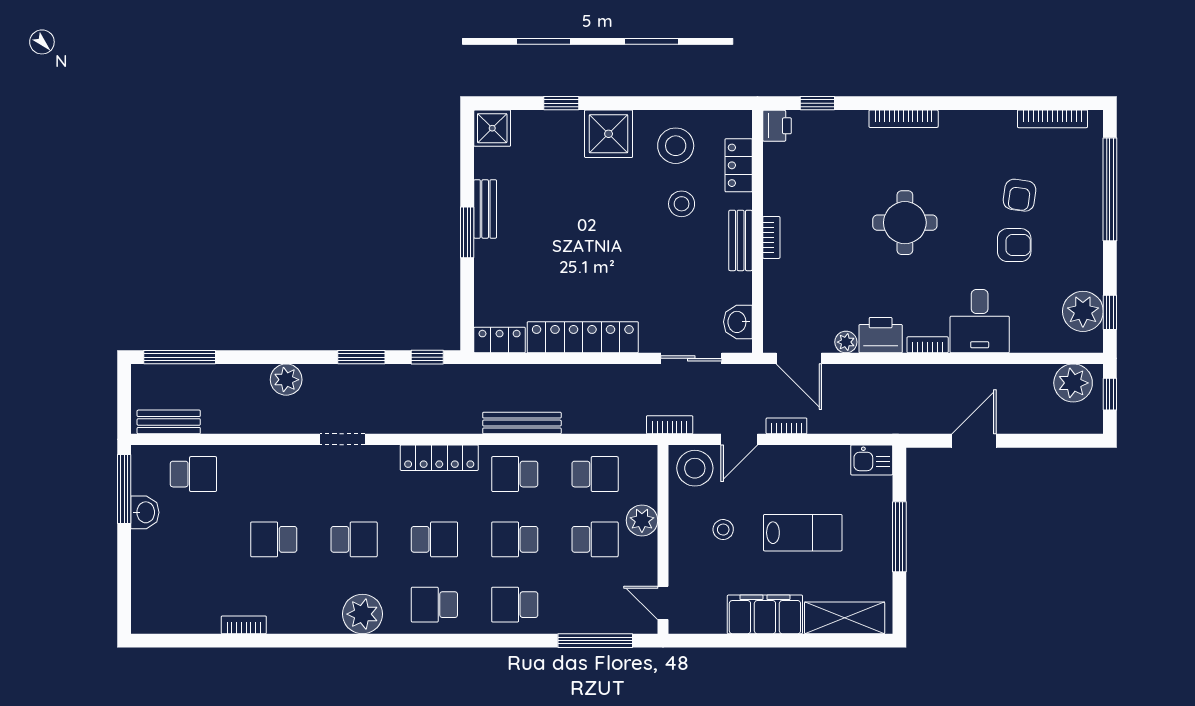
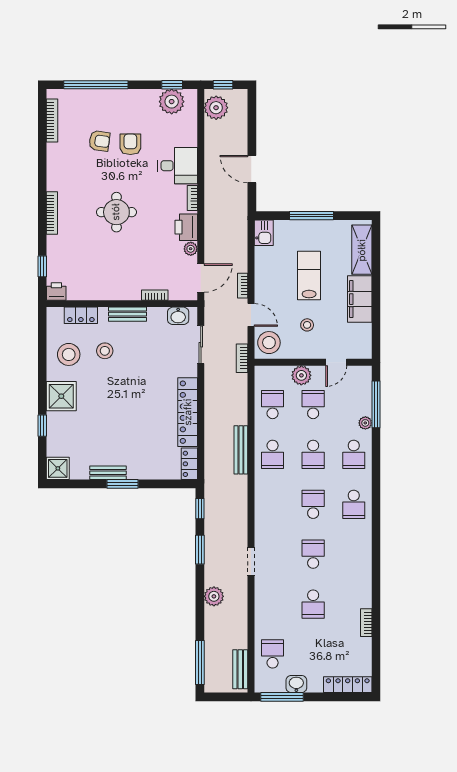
bookcase: (771, 237) -> (155, 295), moved
locker: (439, 458) -> (348, 685), moved, turned -90
door: (663, 603) -> (336, 362), moved
plant: (362, 614) -> (365, 423), moved, width x0.53, depth x0.53

